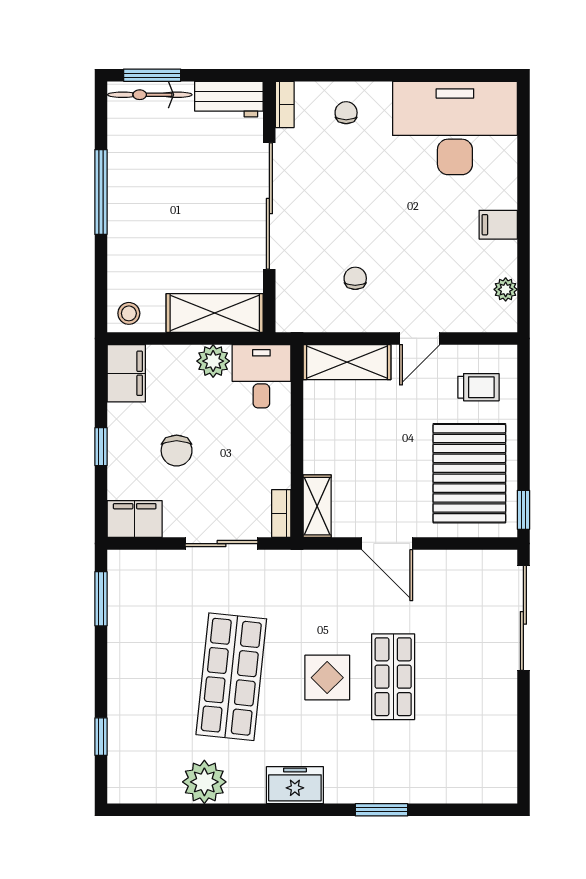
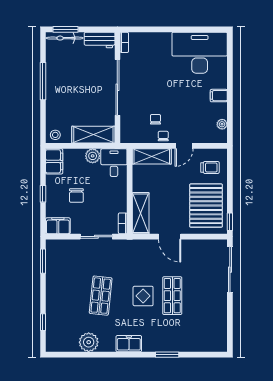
chair: (346, 113) -> (163, 136), moved
shelving: (317, 506) -> (141, 213), width x1.50, depth x1.33
shop shelf: (231, 677) -> (101, 296), width x0.70, depth x0.74

